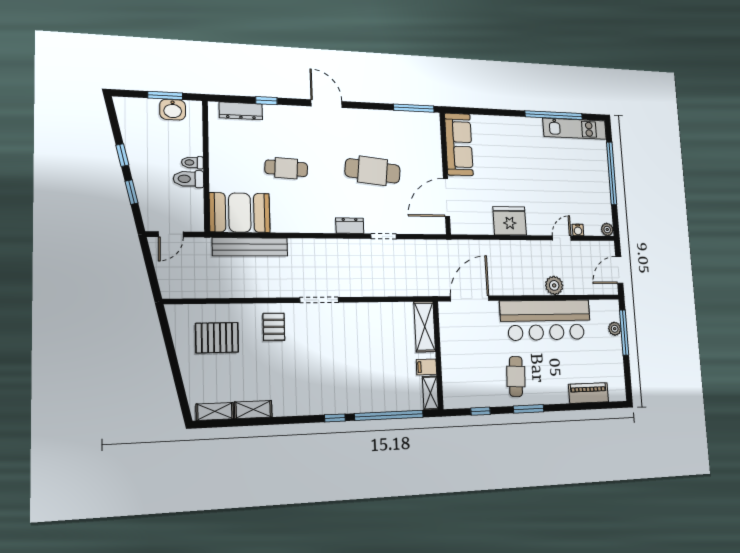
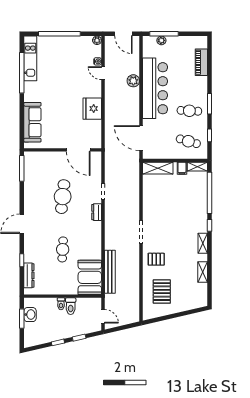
sofa: (459, 144) -> (32, 122), moved, turned 90
cafe table: (469, 376) -> (188, 141), added
shelving: (215, 411) -> (203, 243), moved

